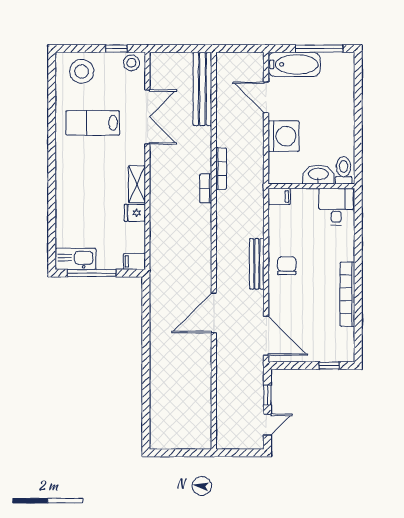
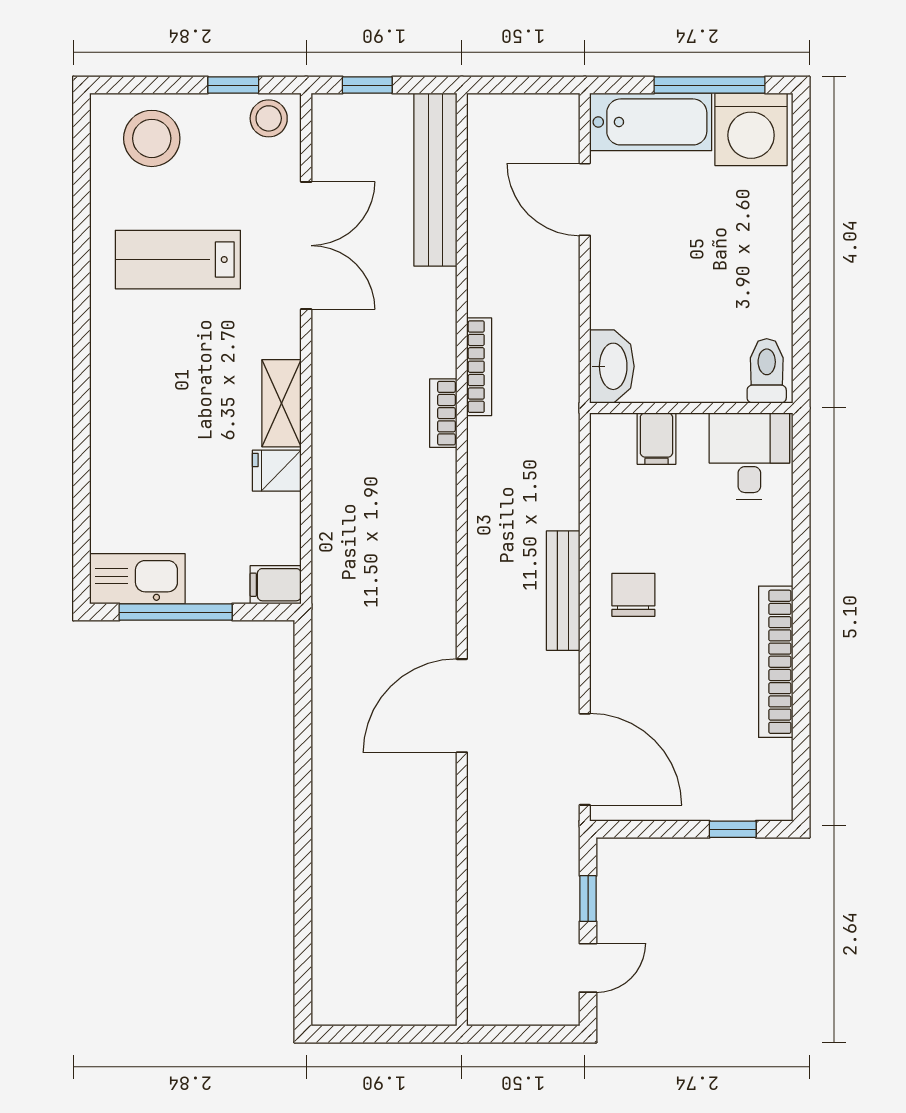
window: (173, 49) -> (367, 85), added
washing machine: (284, 136) -> (751, 129), moved, turned 90
washbasin: (318, 175) -> (612, 366), moved, turned 90
filing cabinet: (279, 196) -> (656, 439), moved, turned 90

